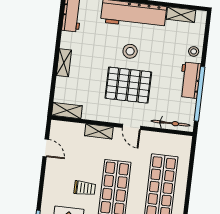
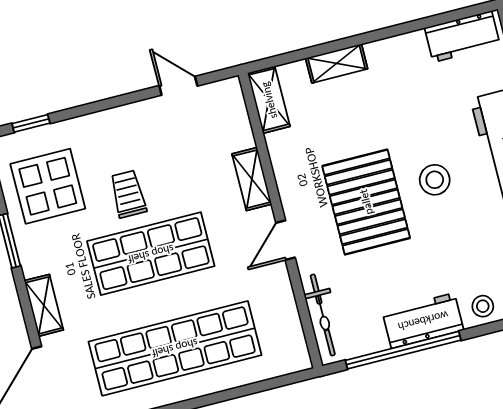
shelving: (64, 63) -> (337, 63), moved
door: (46, 148) -> (178, 86), swing flipped
trolley: (85, 188) -> (128, 194), turned 180

